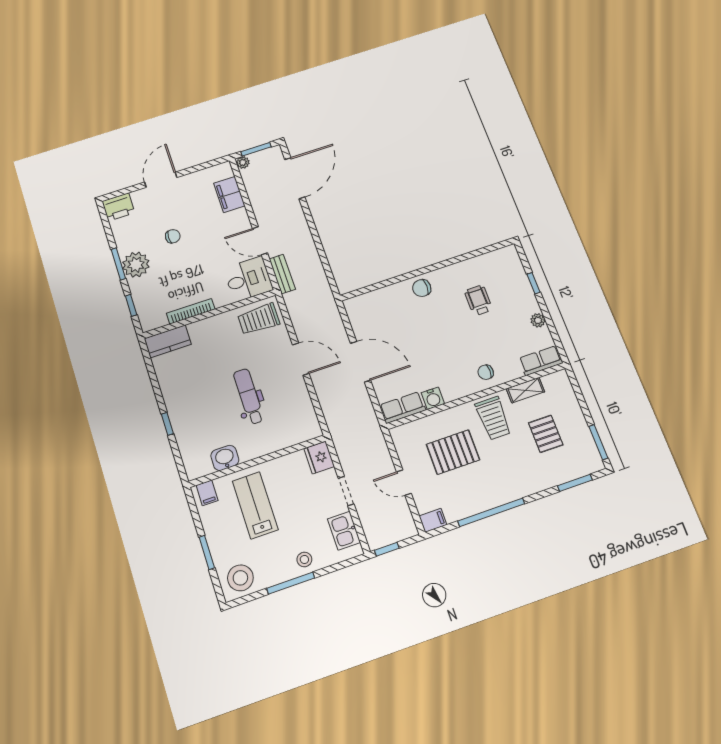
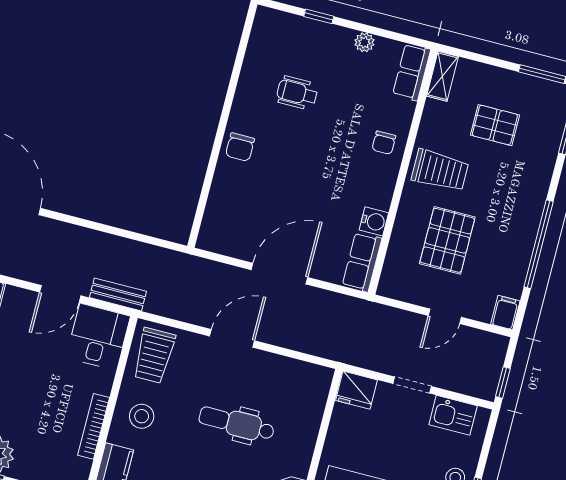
stool: (216, 336) -> (142, 416), added
shelving: (525, 390) -> (442, 76), moved

